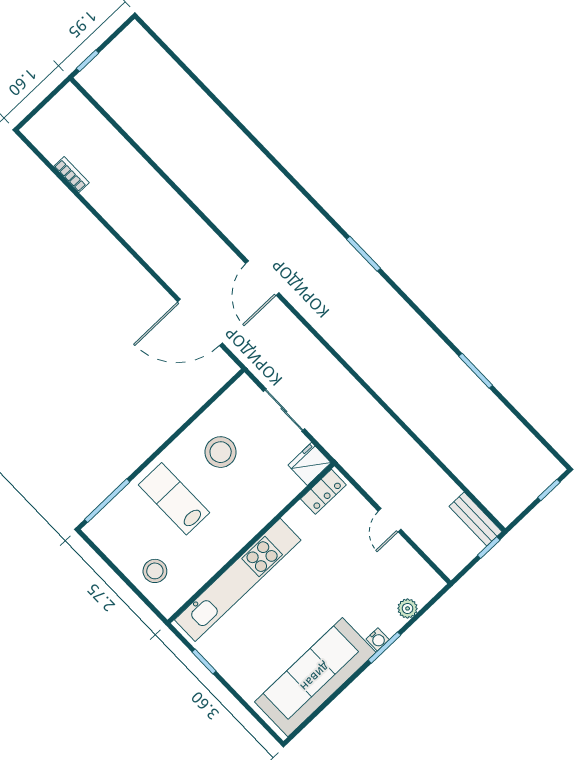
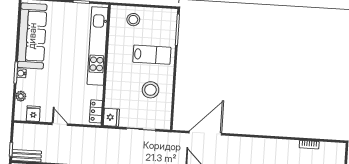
fridge: (413, 569) -> (33, 114), added

